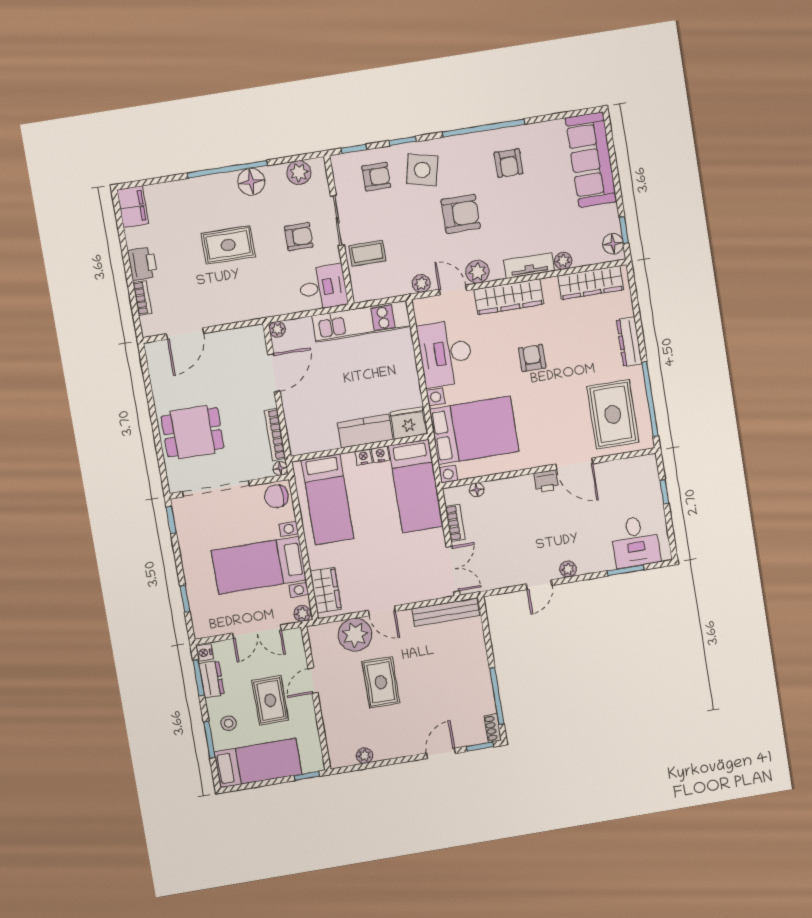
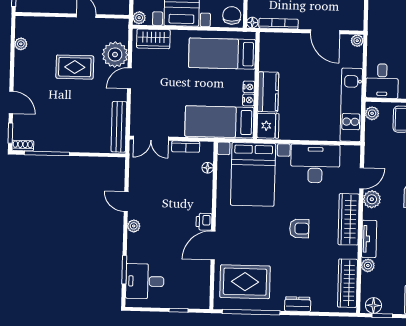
plant: (421, 284) -> (372, 113), moved
dresser: (629, 342) -> (298, 304), width x0.70

